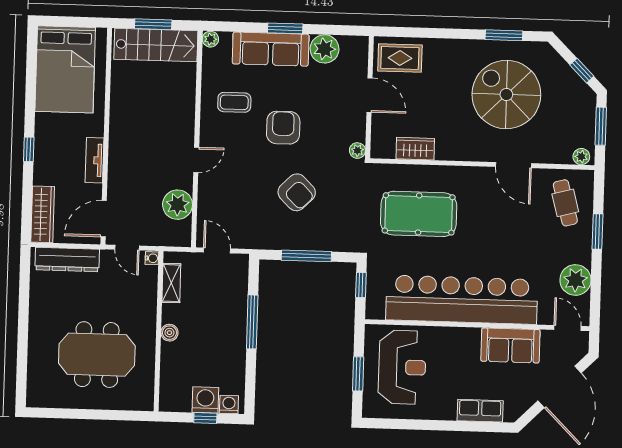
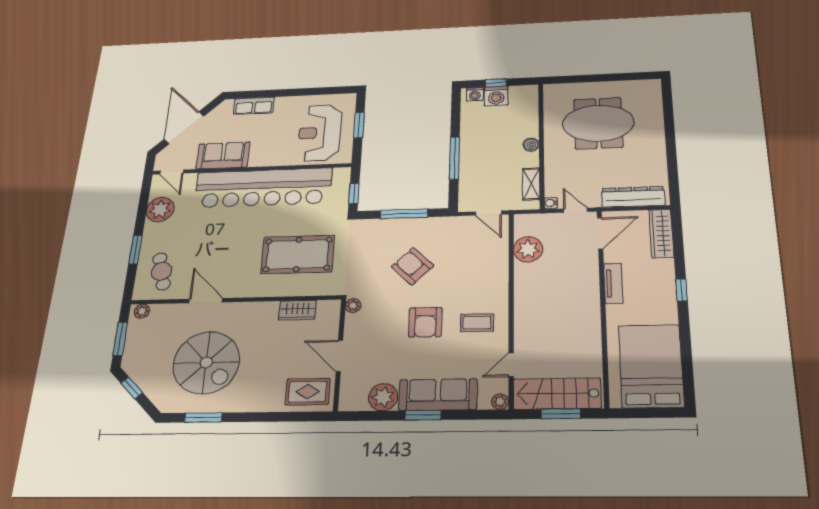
coffee table: (234, 102) -> (477, 323), moved
door: (196, 160) -> (511, 365), moved

